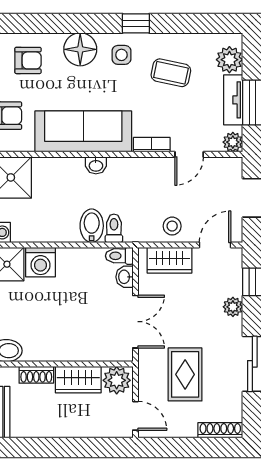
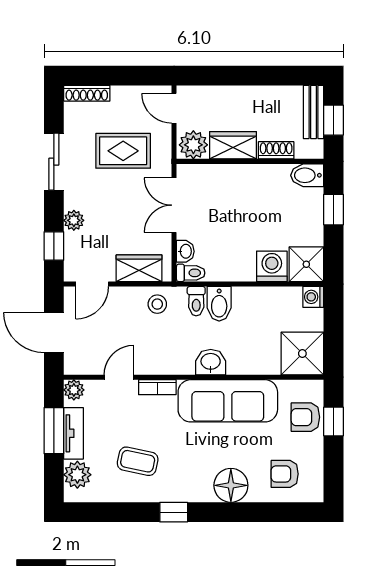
side table: (121, 55) -> (188, 480), removed
washbasin: (96, 165) -> (211, 362), width x1.38, depth x1.45
stool: (172, 226) -> (157, 304), moved
rug: (185, 374) -> (123, 151), turned 90

